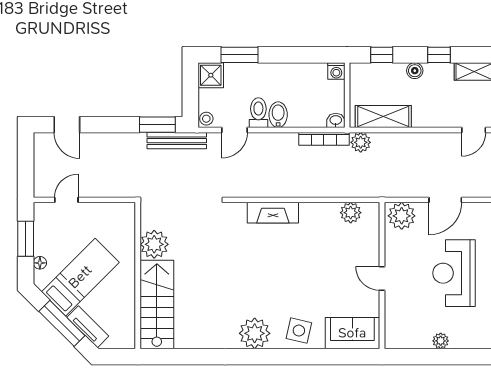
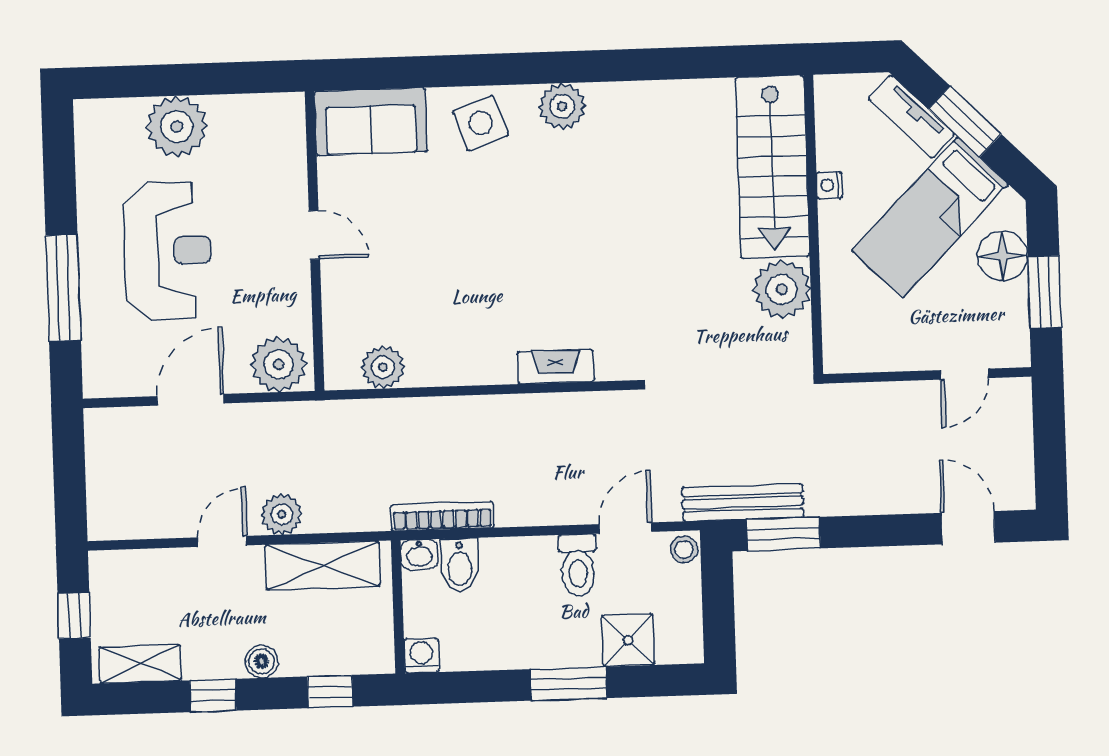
window: (240, 55) -> (568, 684), moved
shower: (211, 75) -> (628, 640), moved
bidet: (278, 115) -> (460, 565), moved
door: (474, 130) -> (222, 541), moved
plant: (361, 142) -> (282, 514), moved
fireplace: (273, 213) -> (556, 367), width x0.73, depth x0.76
floor lamp: (40, 263) -> (1003, 256), width x1.89, depth x1.89
nightstand: (129, 294) -> (829, 185), added
window: (62, 323) -> (965, 122), width x0.69
side table: (299, 331) -> (480, 123), turned -33
plant: (255, 333) -> (562, 106), width x0.73, depth x0.73
plant: (441, 341) -> (177, 126), width x1.88, depth x1.88

